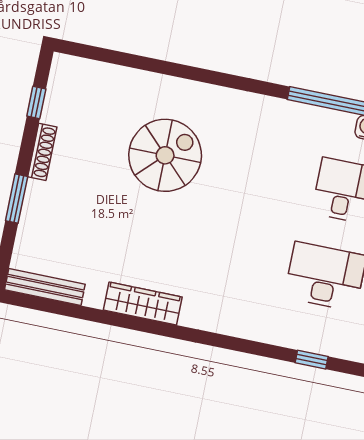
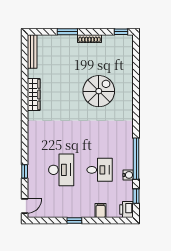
window: (36, 102) -> (121, 32), moved
spiral stairs: (165, 155) -> (99, 91), turned -90

